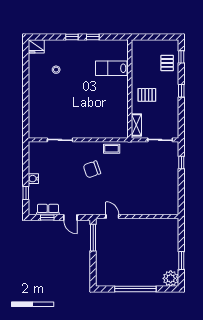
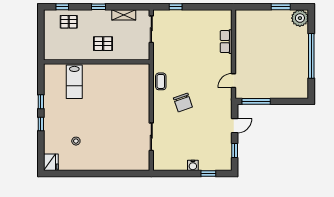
pallet: (147, 95) -> (103, 44), turned 90
shelving: (136, 125) -> (124, 15), moved
row of seats: (48, 210) -> (226, 42), moved

